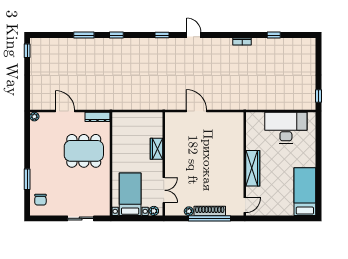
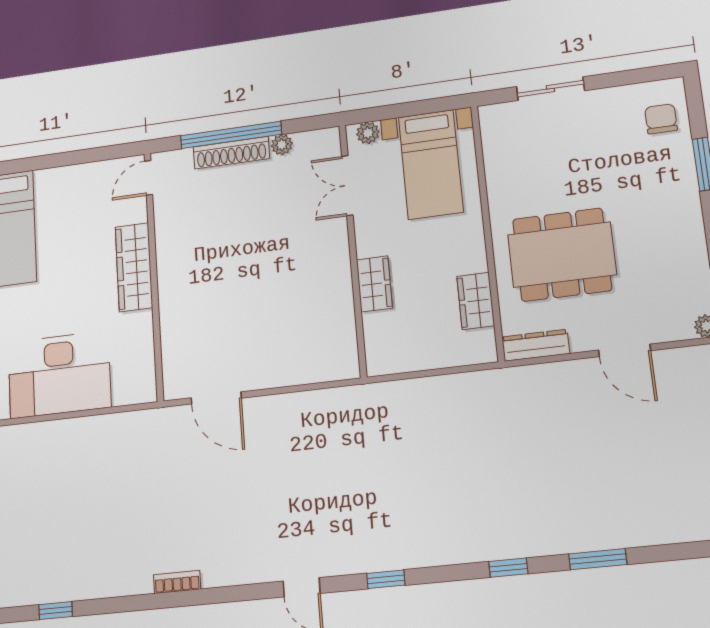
window: (274, 35) -> (56, 611), moved
door: (196, 111) -> (216, 398), moved
wardrobe: (118, 137) -> (476, 301), added

